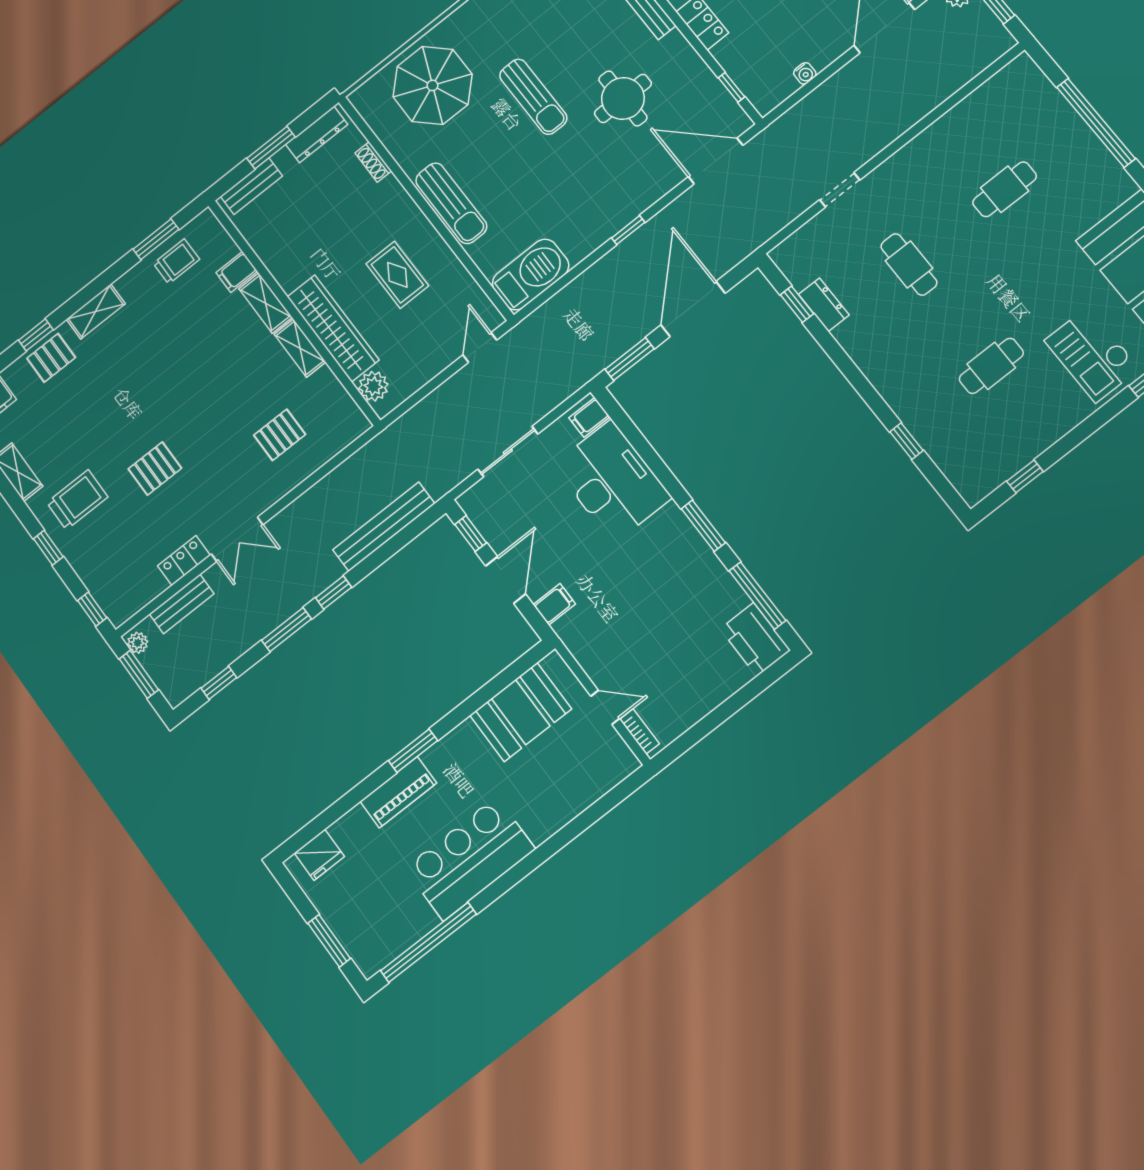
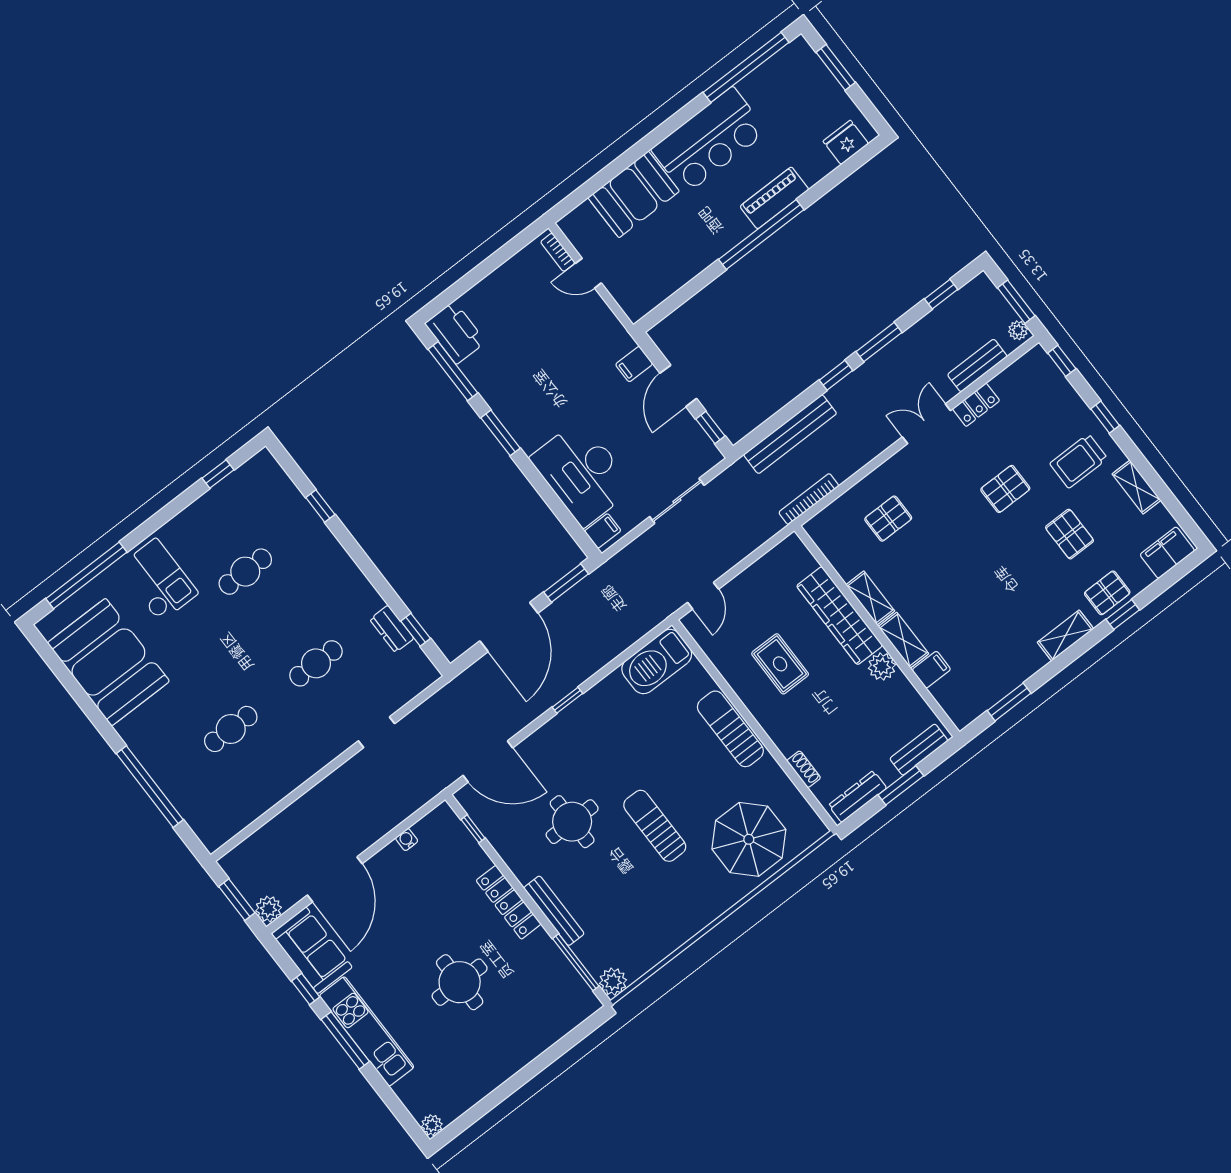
trolley: (176, 261) -> (989, 681), removed
cafe table: (909, 264) -> (316, 663), turned 90
plant: (373, 386) -> (882, 666), moved
pallet: (89, 420) -> (1070, 534), added
bookcase: (364, 455) -> (809, 499), added
booth: (521, 712) -> (634, 194), moved
window: (413, 751) -> (761, 235), width x2.11

